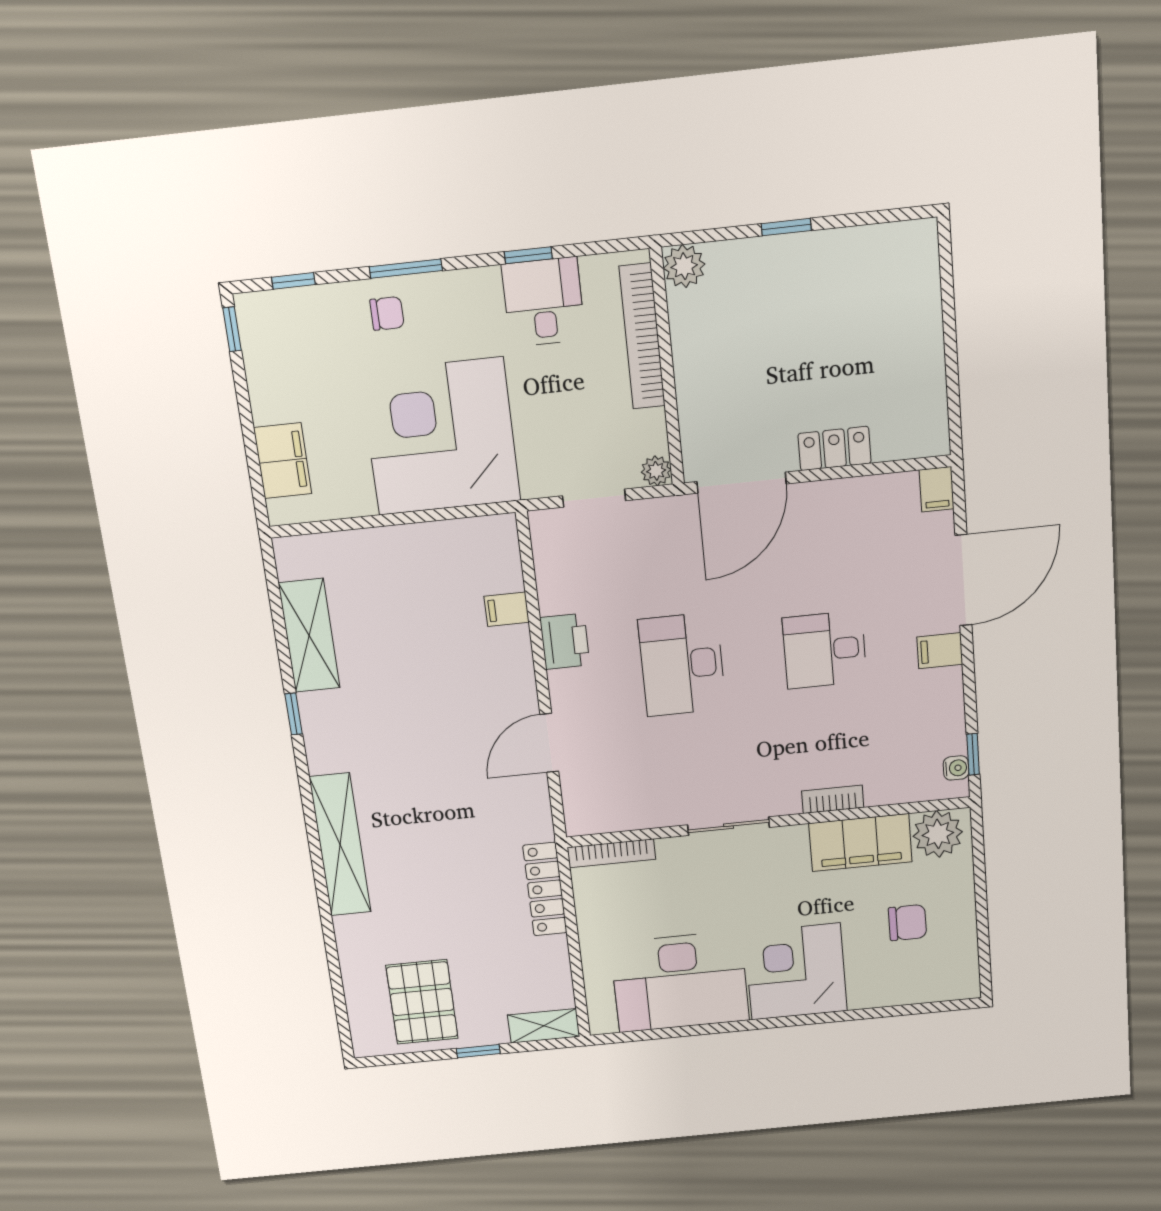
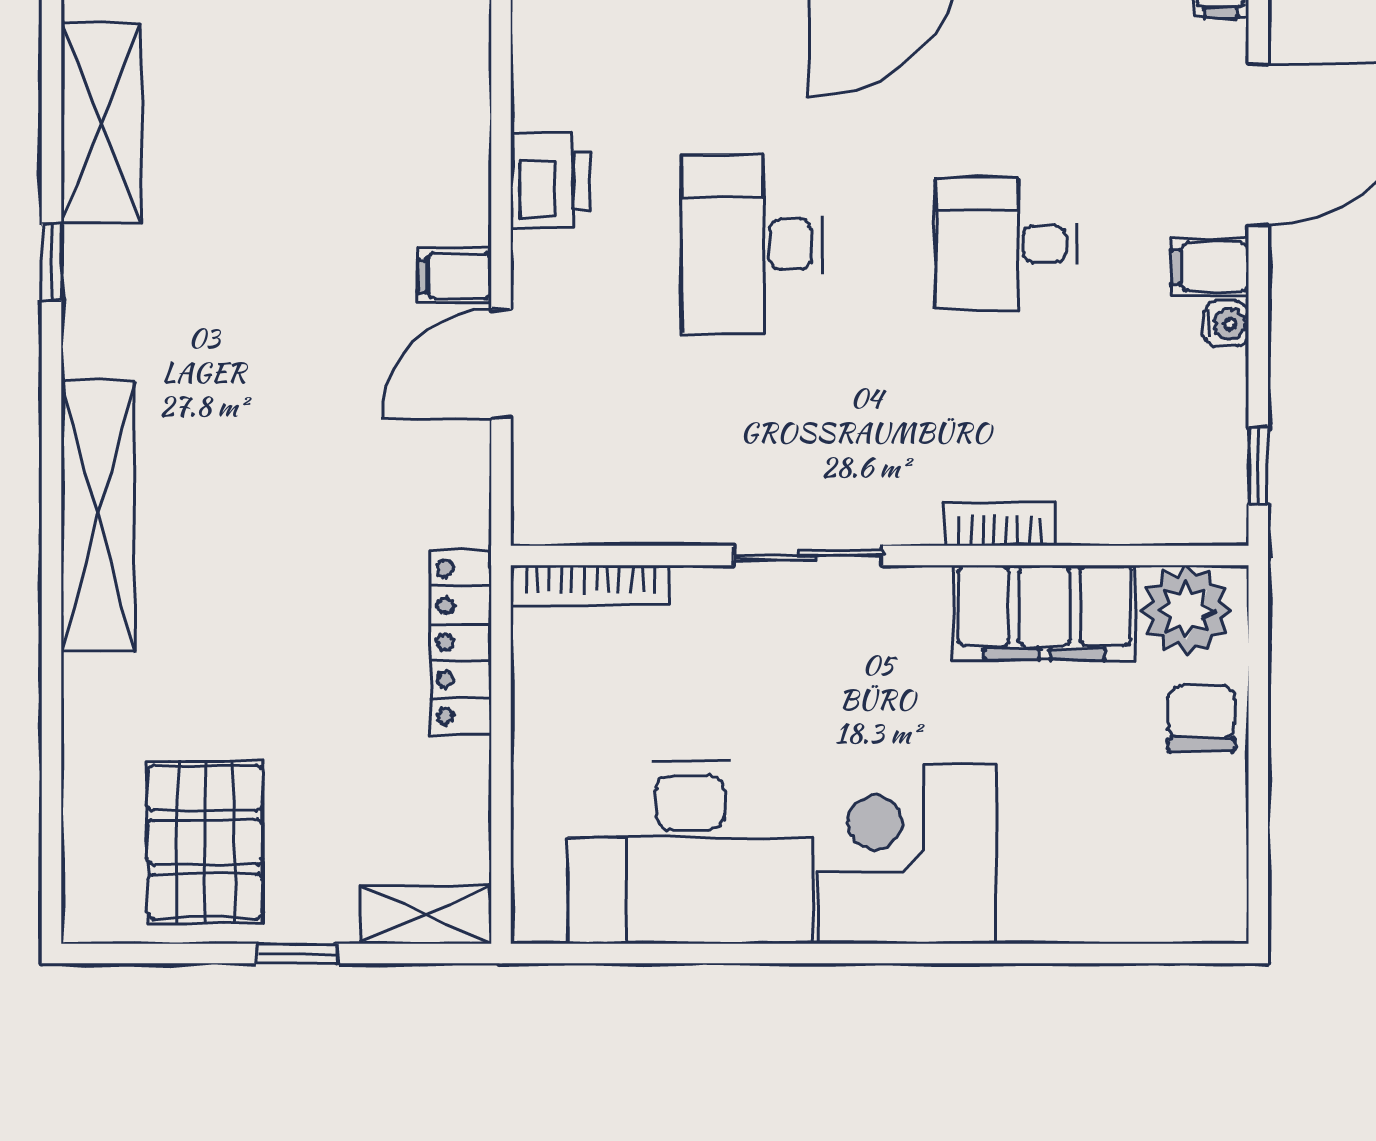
filing cabinet: (507, 609) -> (455, 276), moved
water cooler: (956, 768) -> (1226, 324), moved
chair: (907, 923) -> (1201, 718), moved, turned -90

